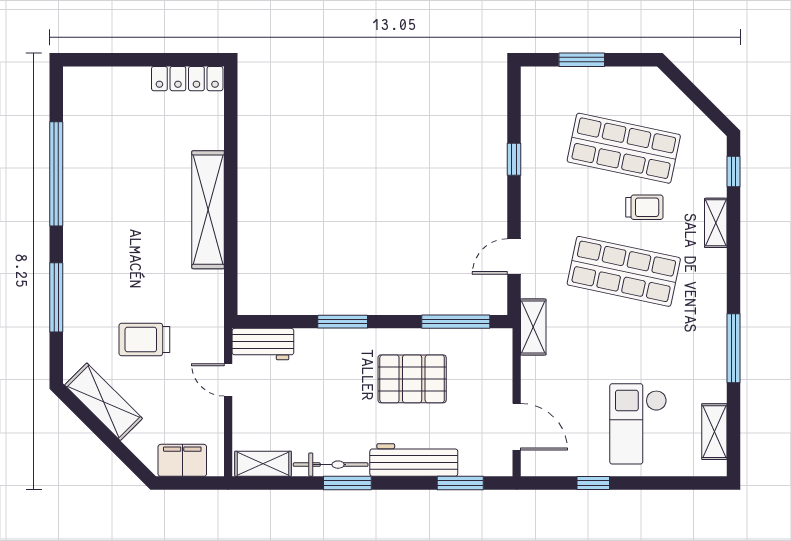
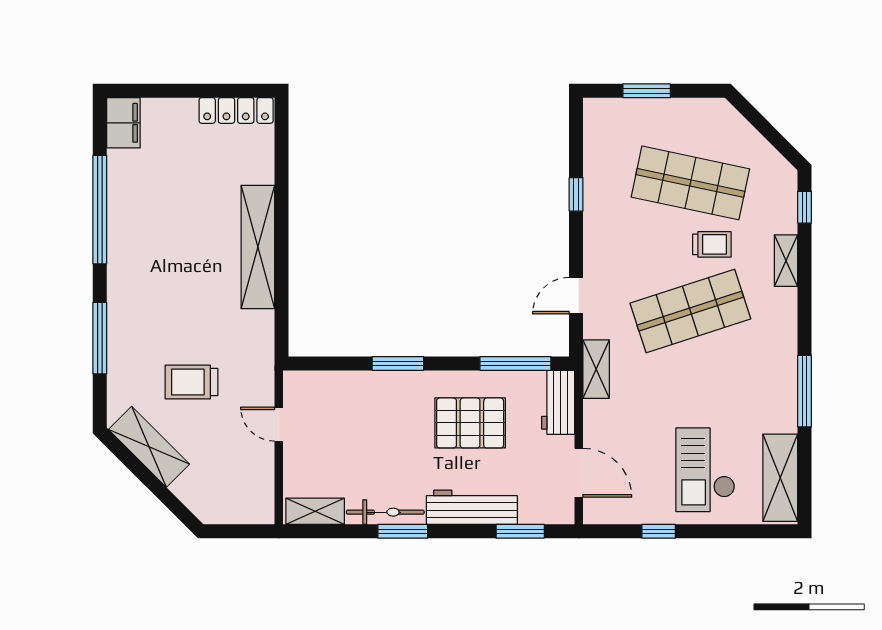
shop shelf: (624, 271) -> (690, 311), turned -30
workbench: (263, 344) -> (558, 402), moved, turned 90
shelving: (714, 432) -> (780, 478), width x1.50, depth x1.33
filing cabinet: (182, 460) -> (123, 123), moved, turned 90

